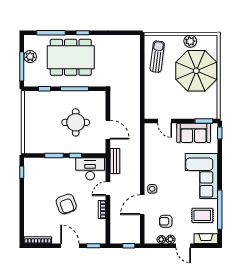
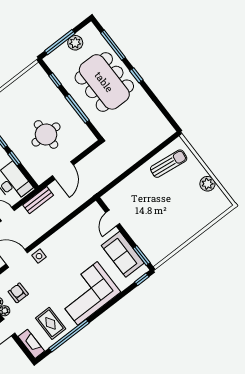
parasol: (196, 71) -> (184, 211), removed

